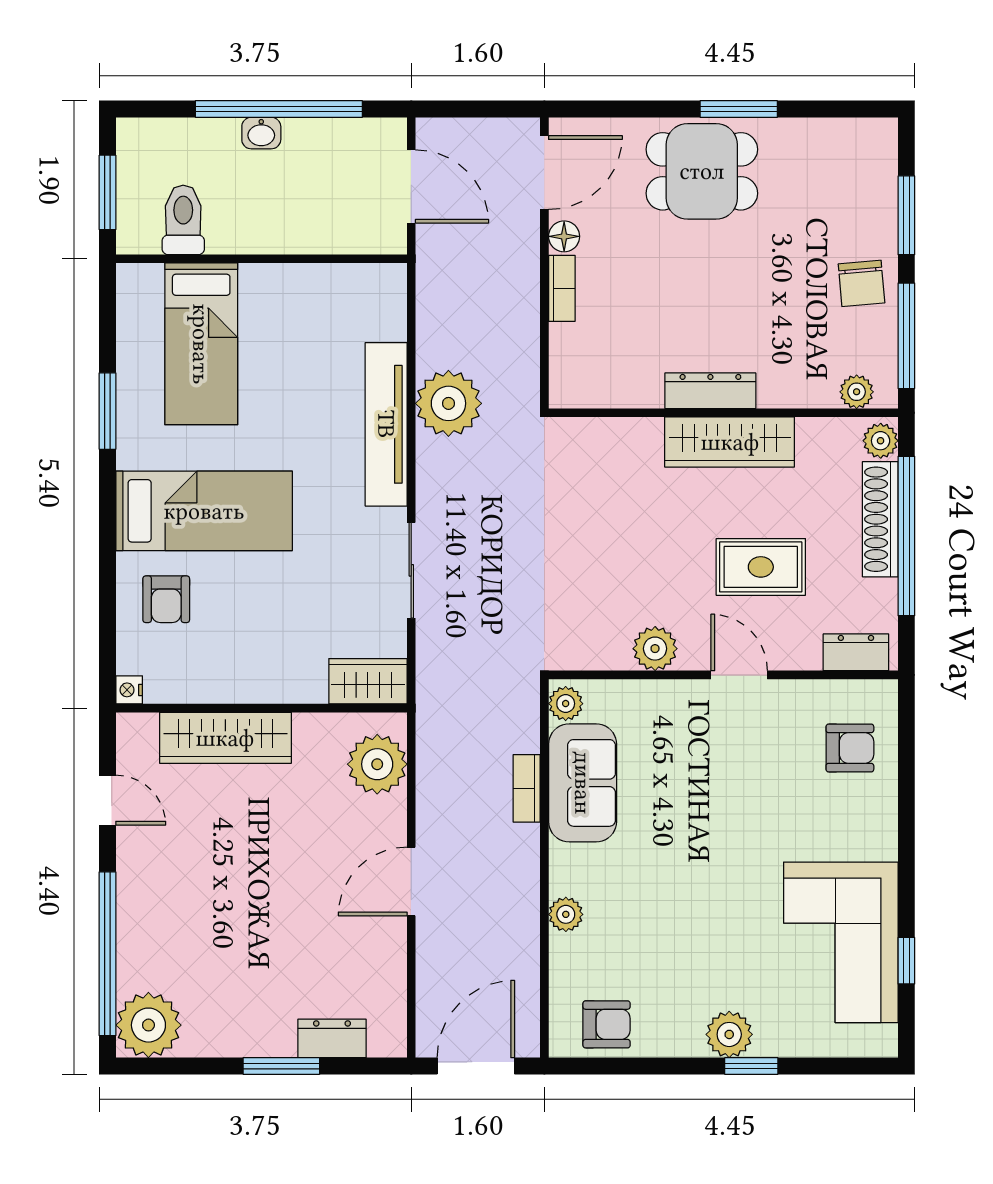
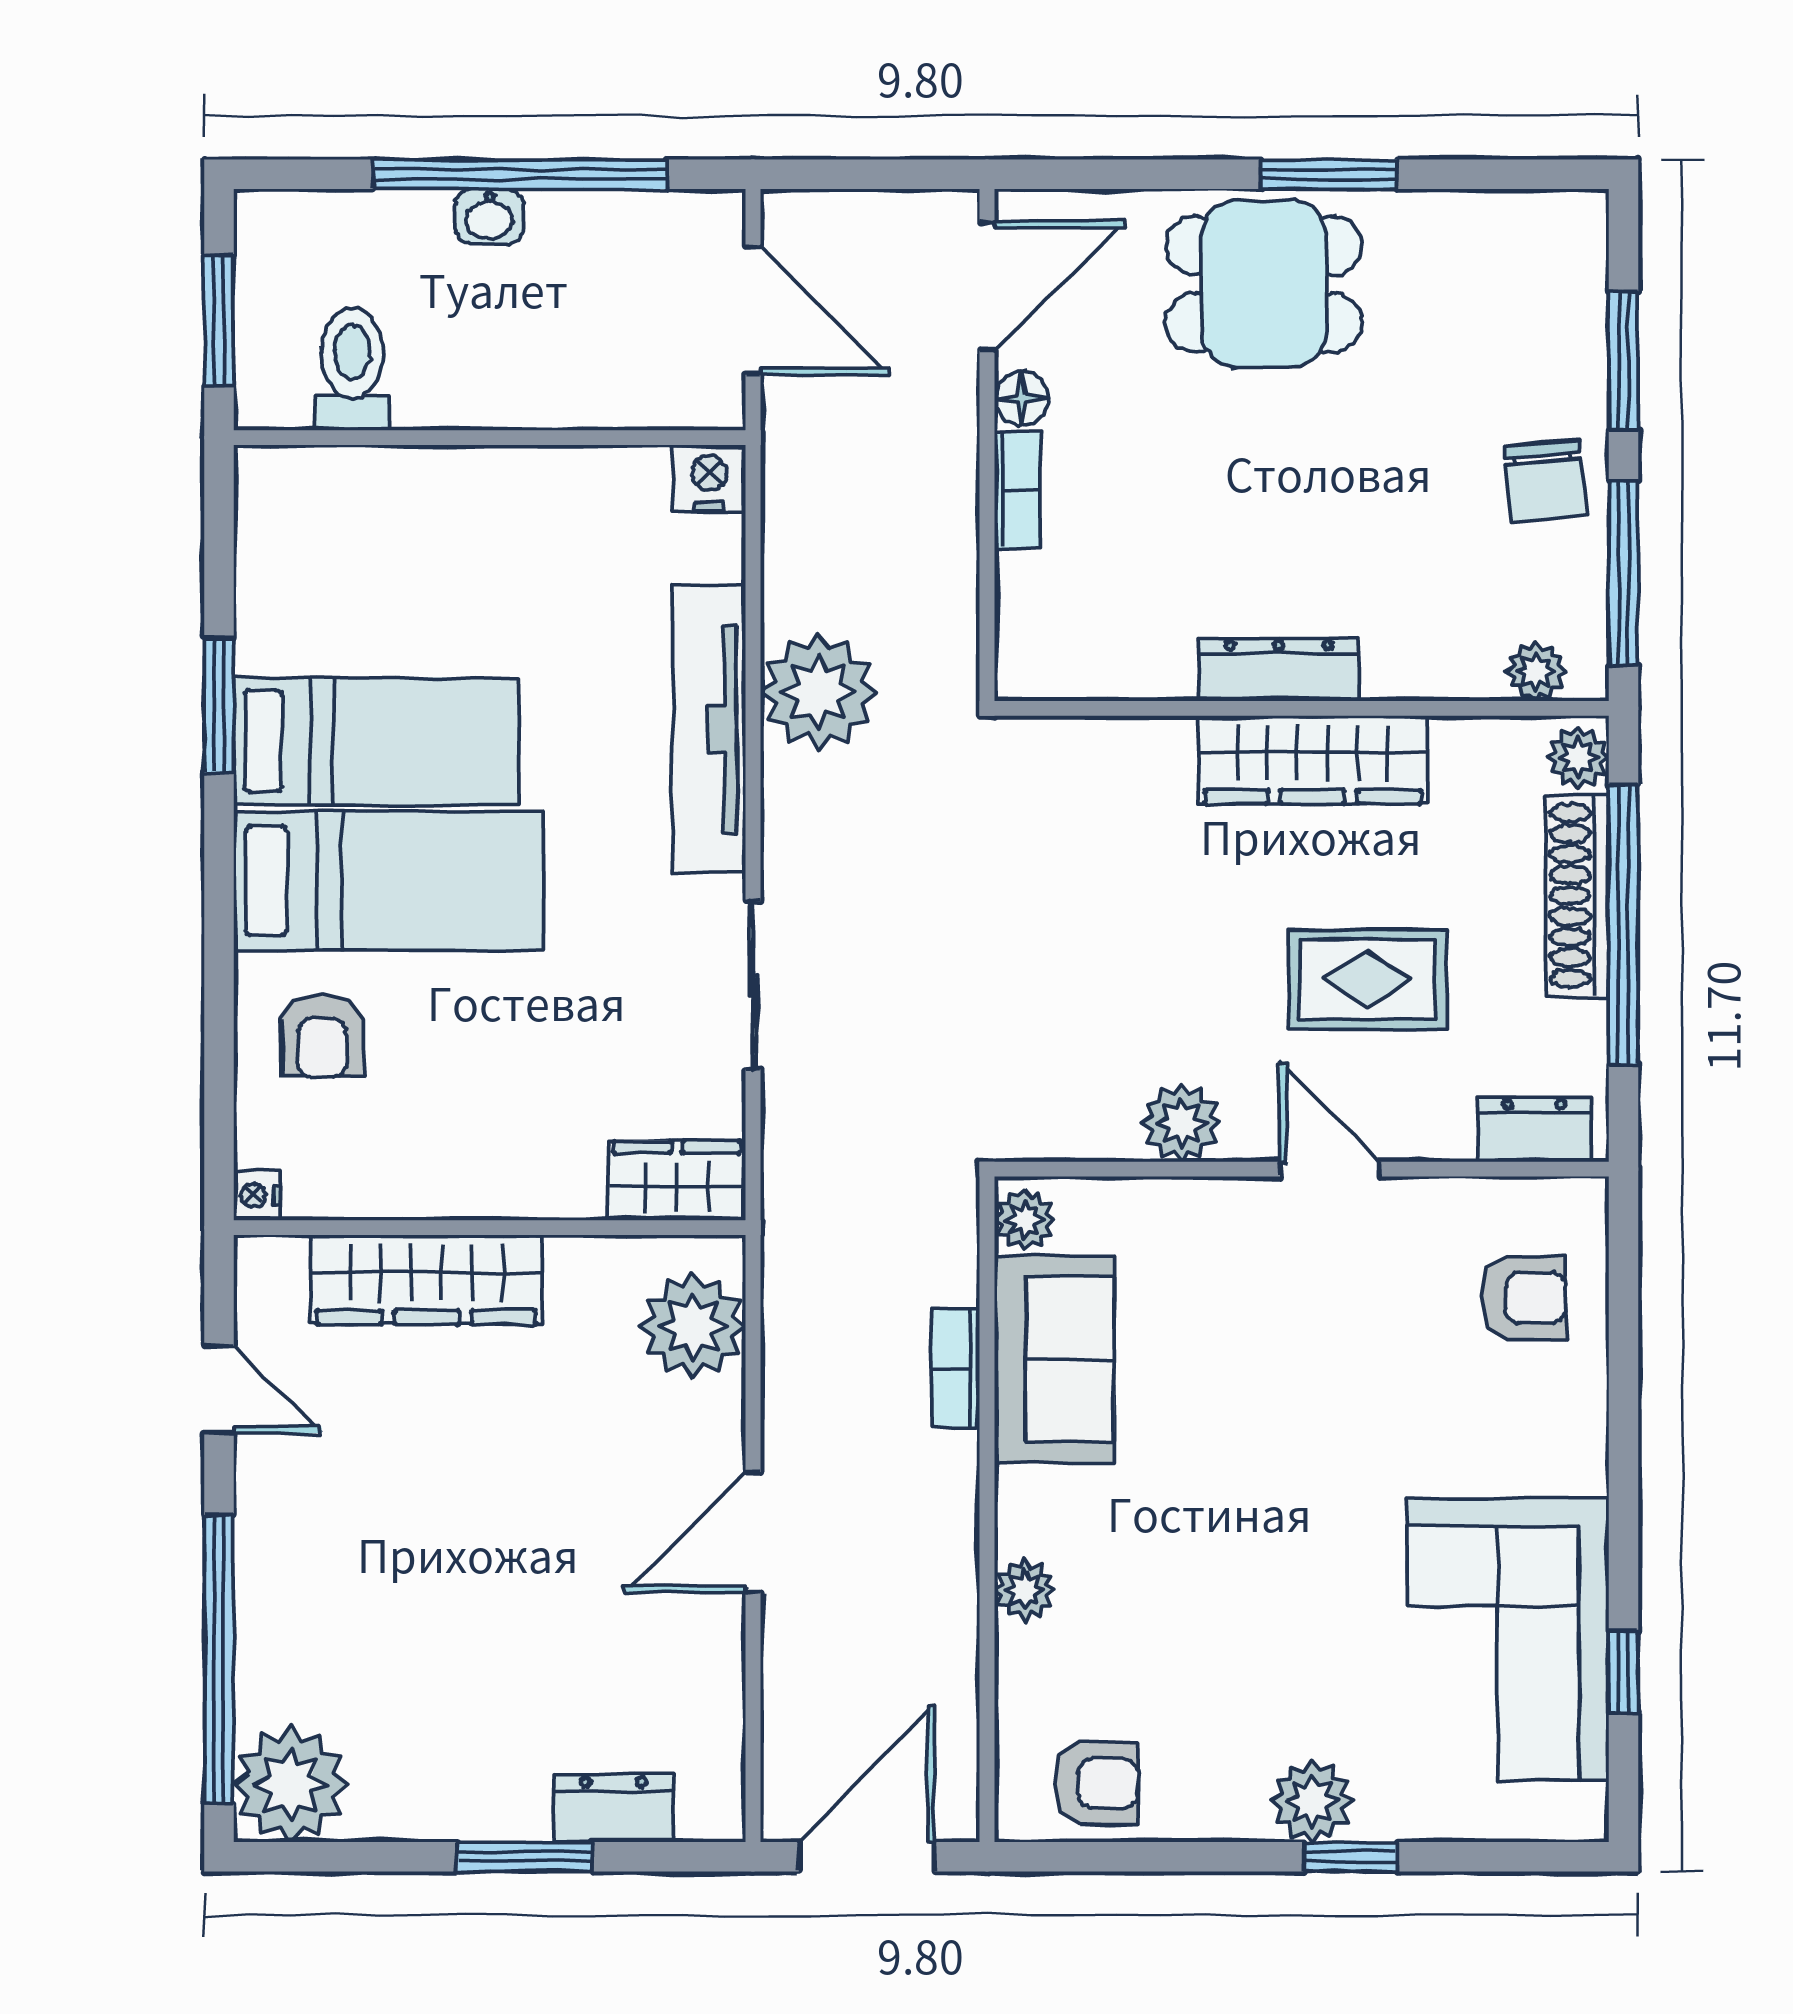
nightstand: (387, 282) -> (709, 478), added
bed: (201, 344) -> (376, 741), moved, turned -90

